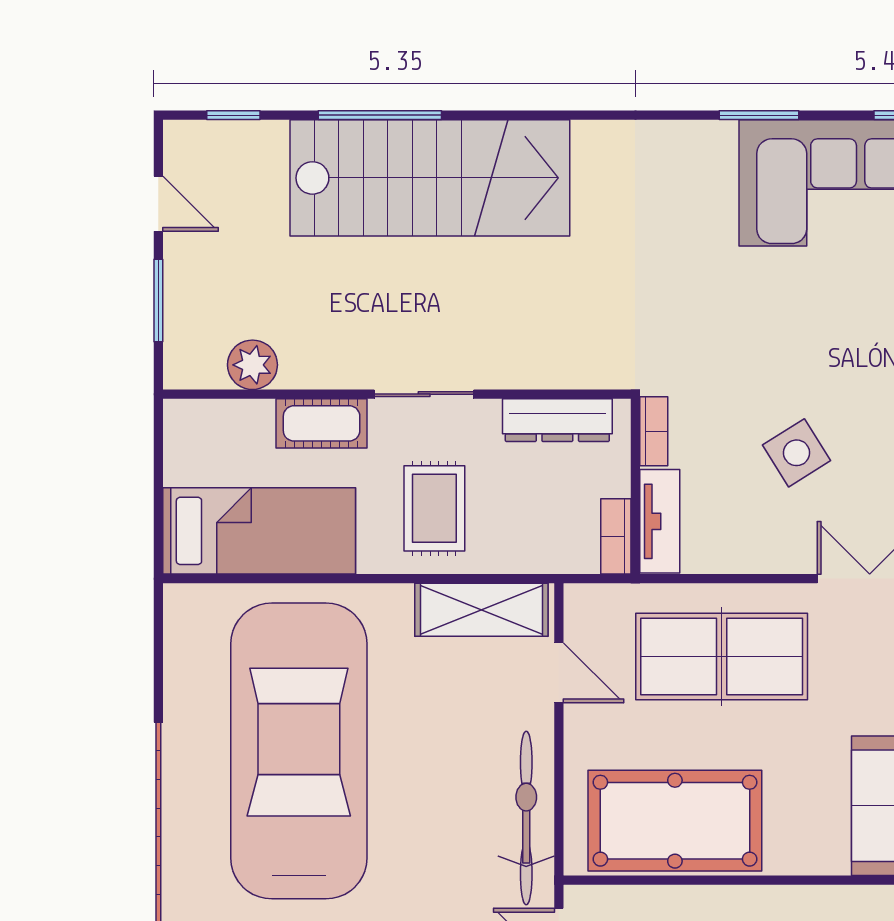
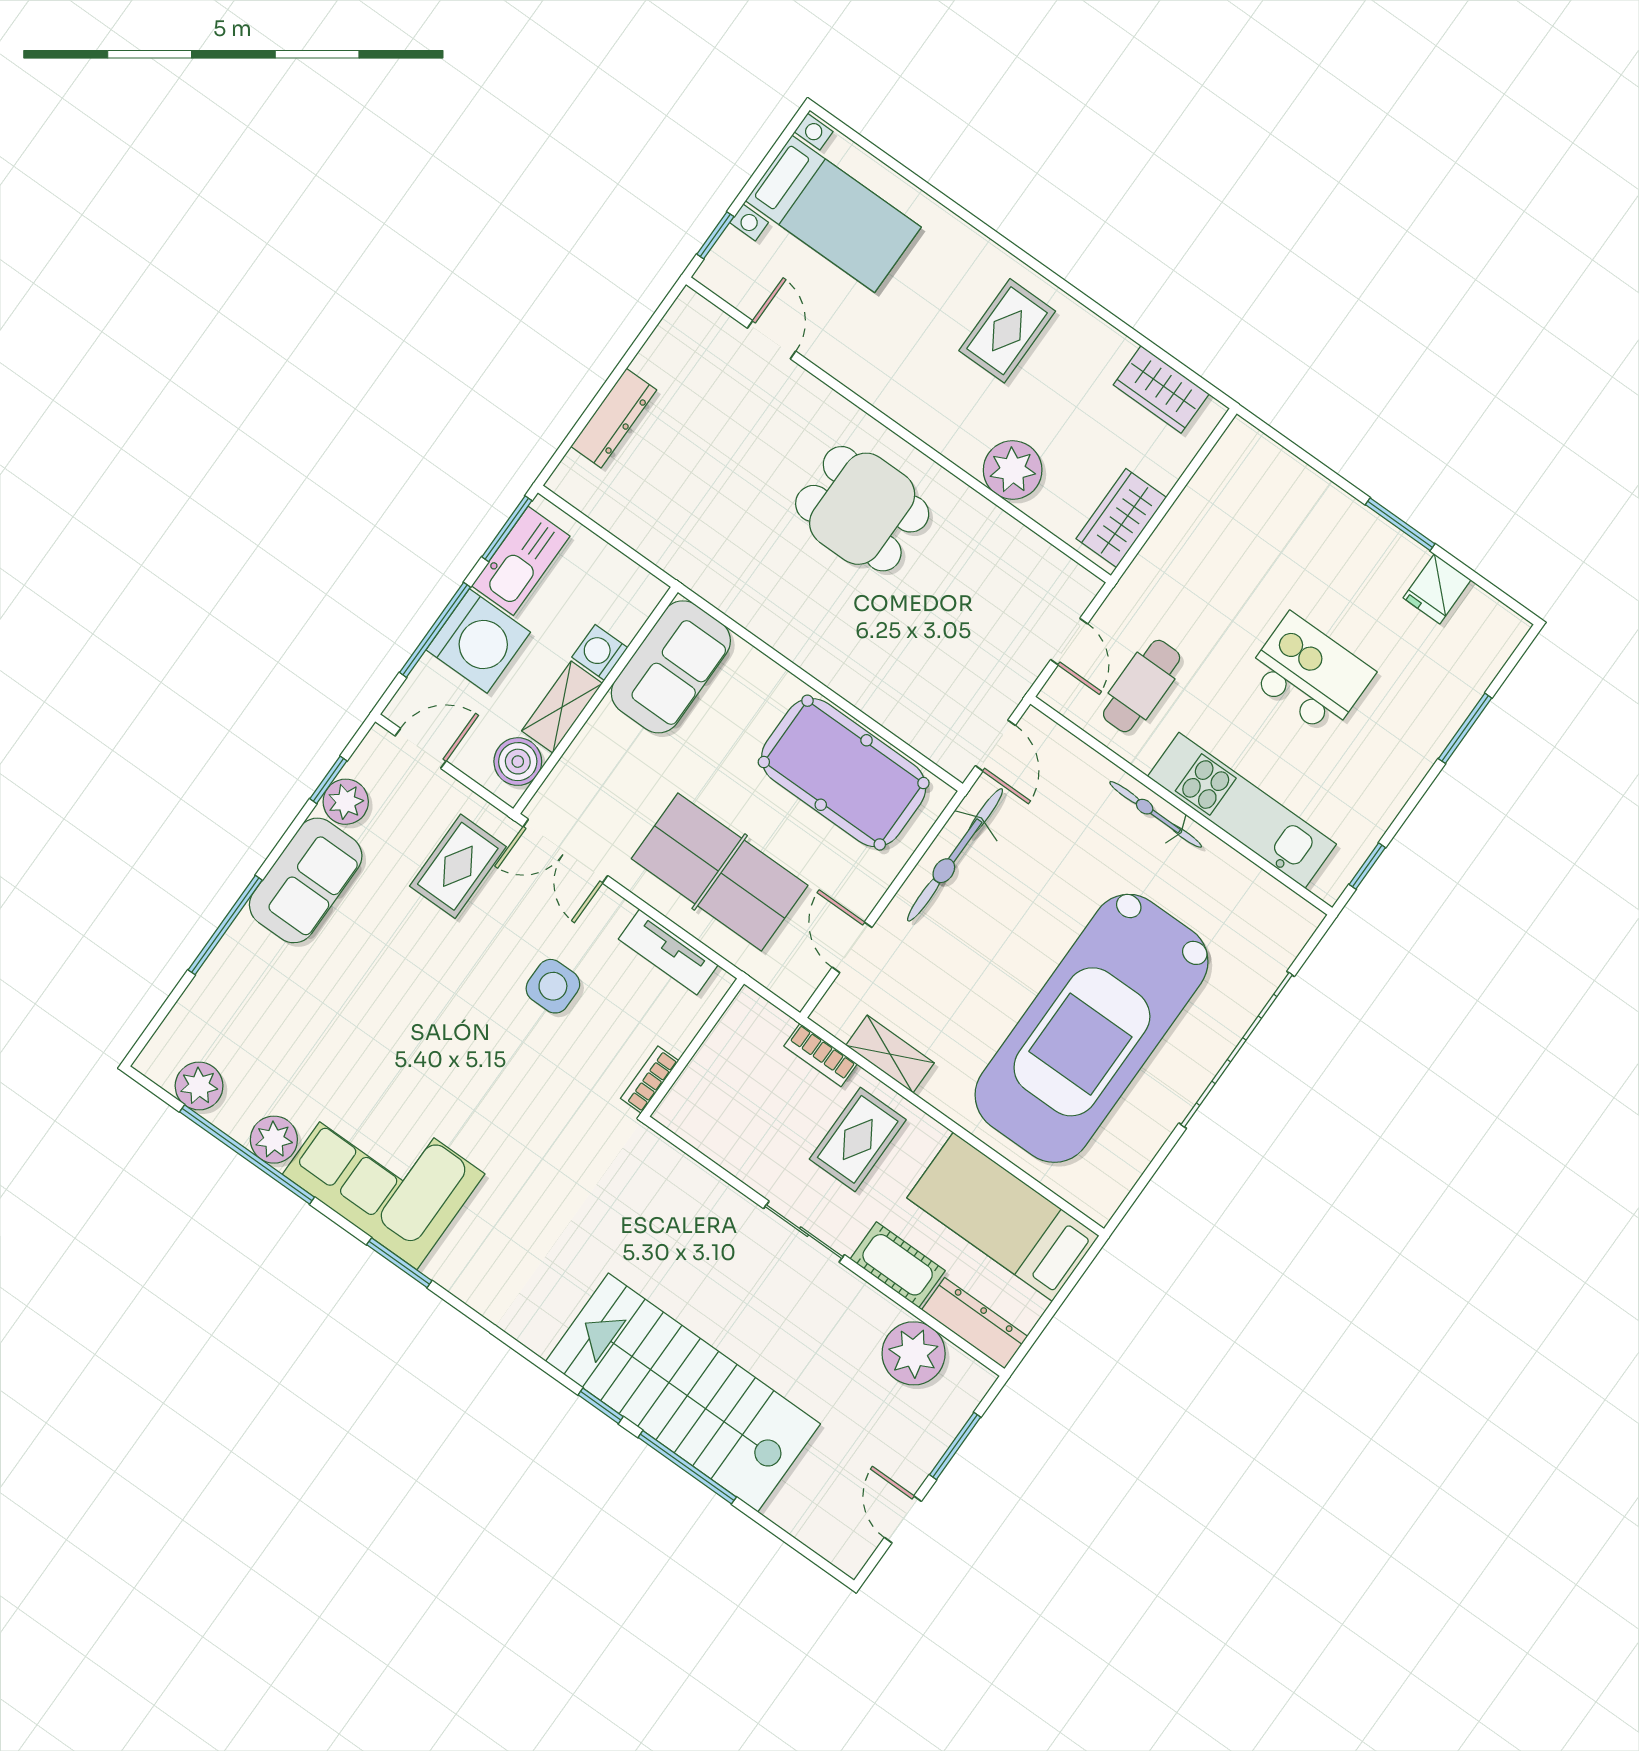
window: (233, 115) -> (601, 1406), moved
plant: (252, 365) -> (914, 1353), width x1.36, depth x1.36
dresser: (557, 420) -> (975, 1323), moved
side table: (797, 453) -> (553, 986), turned 32
tv unit: (660, 521) -> (668, 952), moved, turned -90
bookcase: (616, 536) -> (821, 1055), moved, turned 90
shelving: (481, 610) -> (890, 1054), width x0.67, depth x0.75

